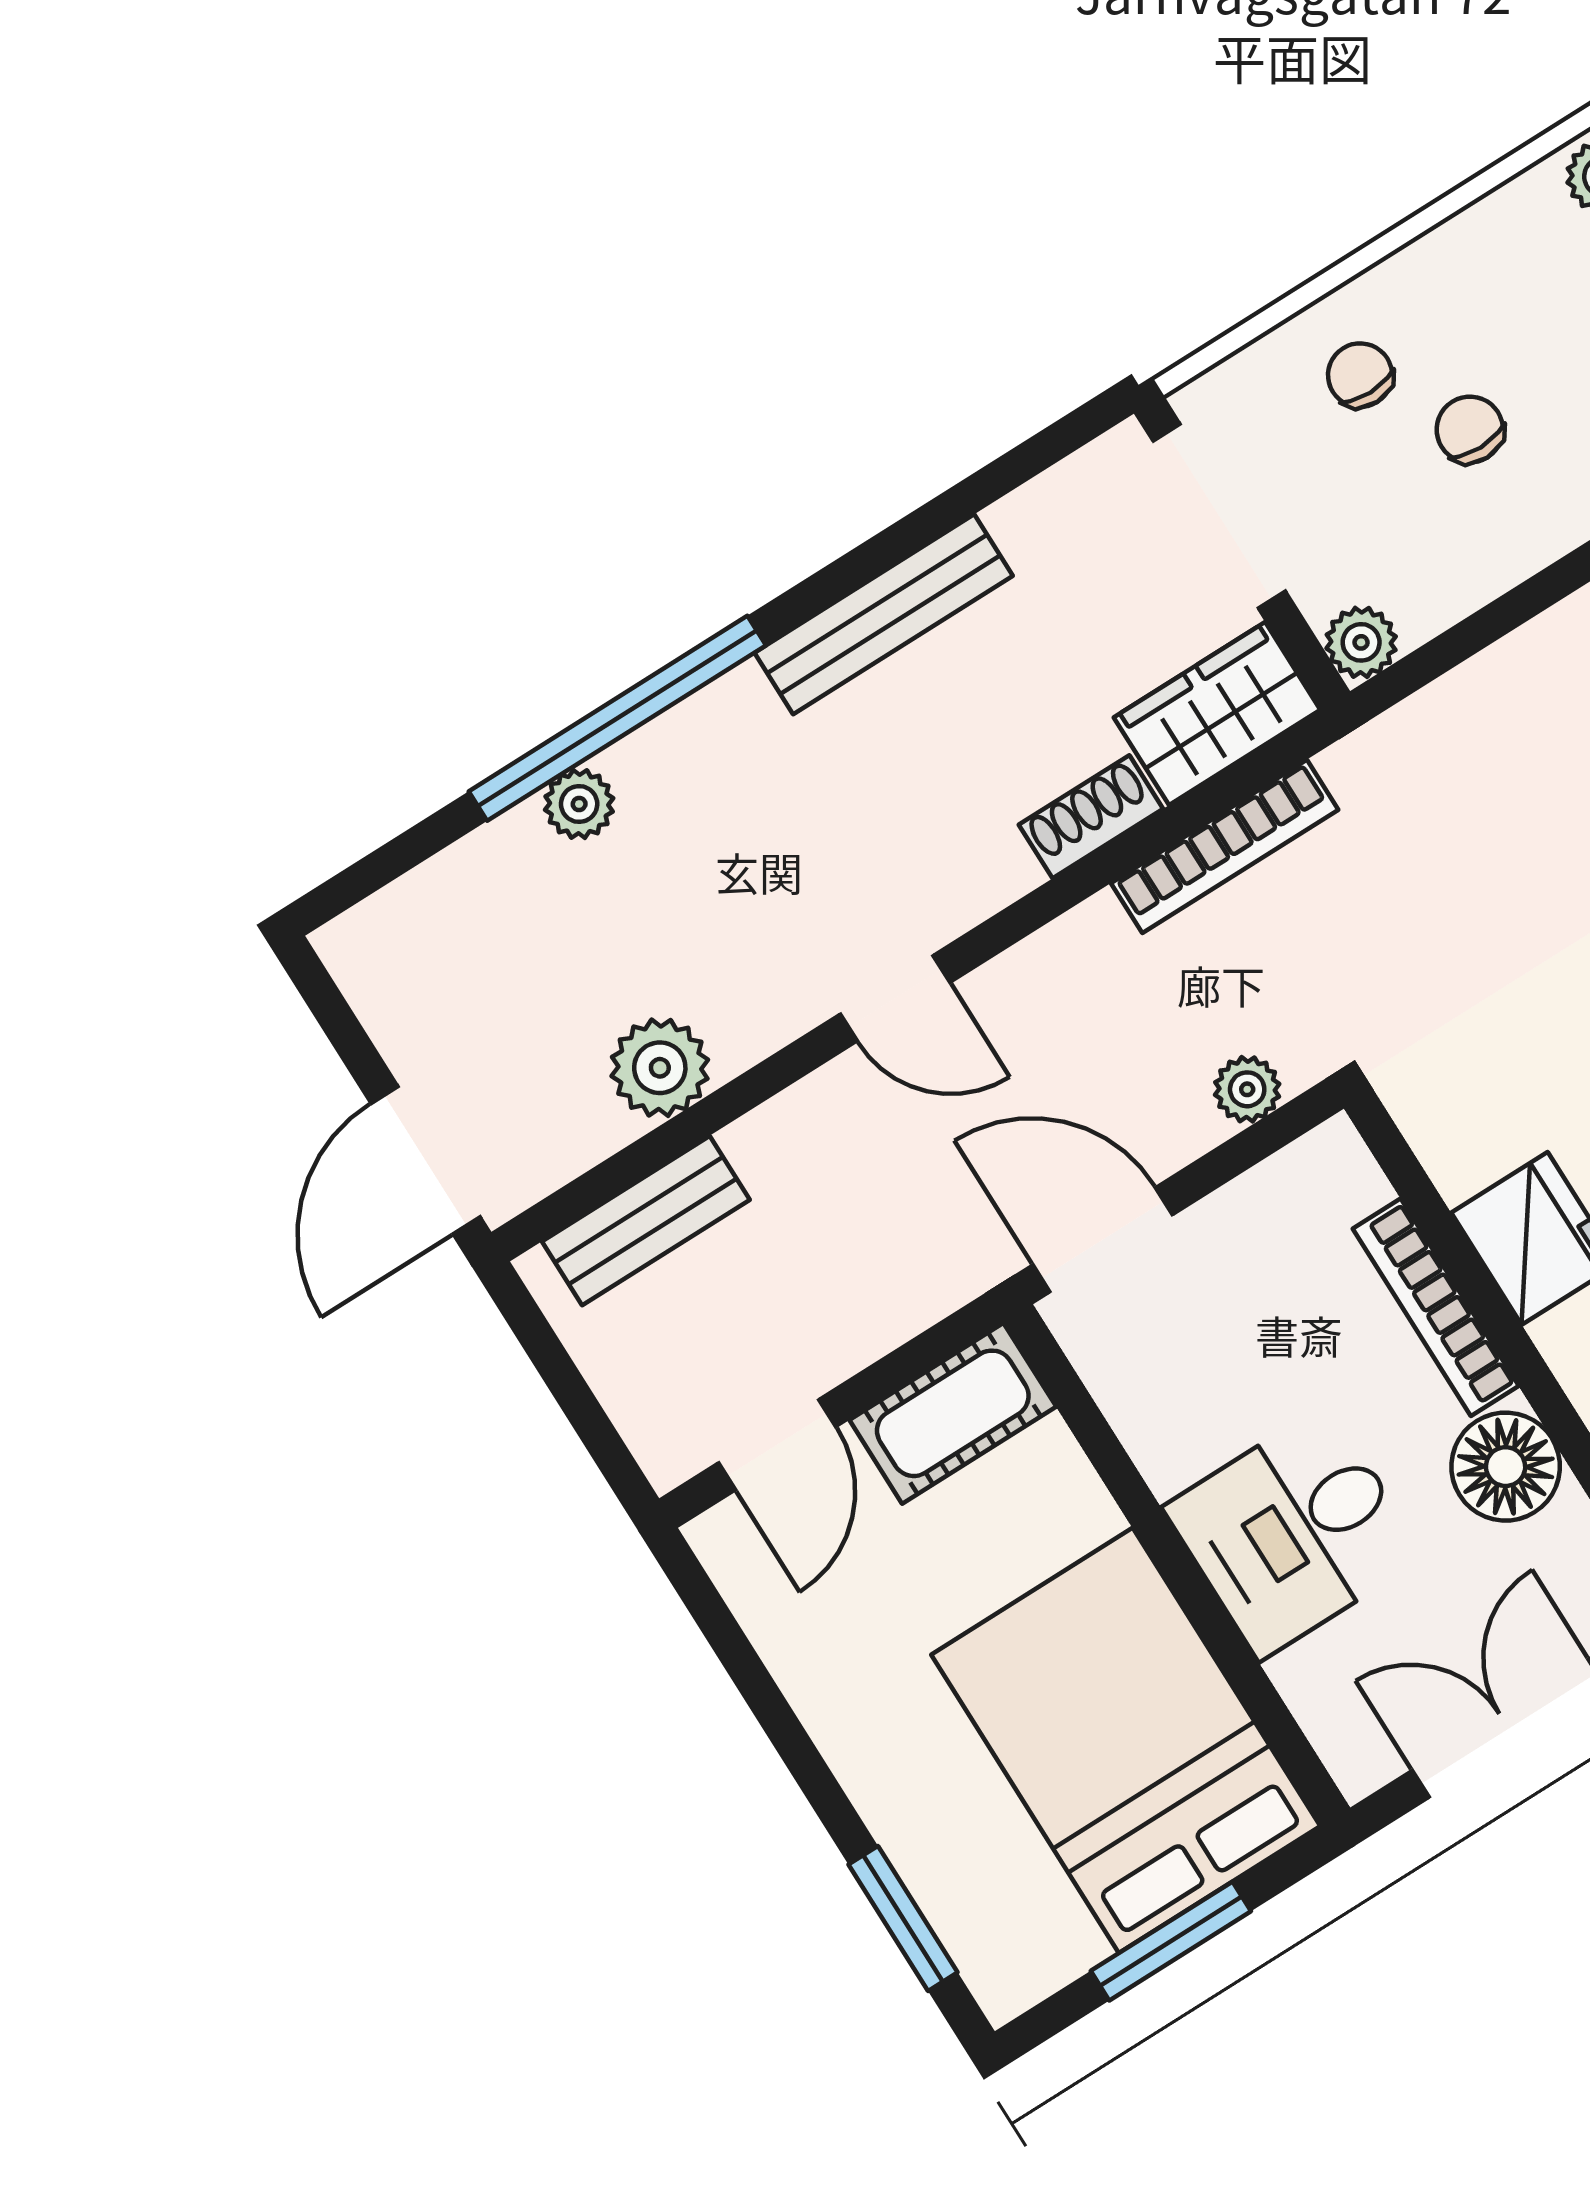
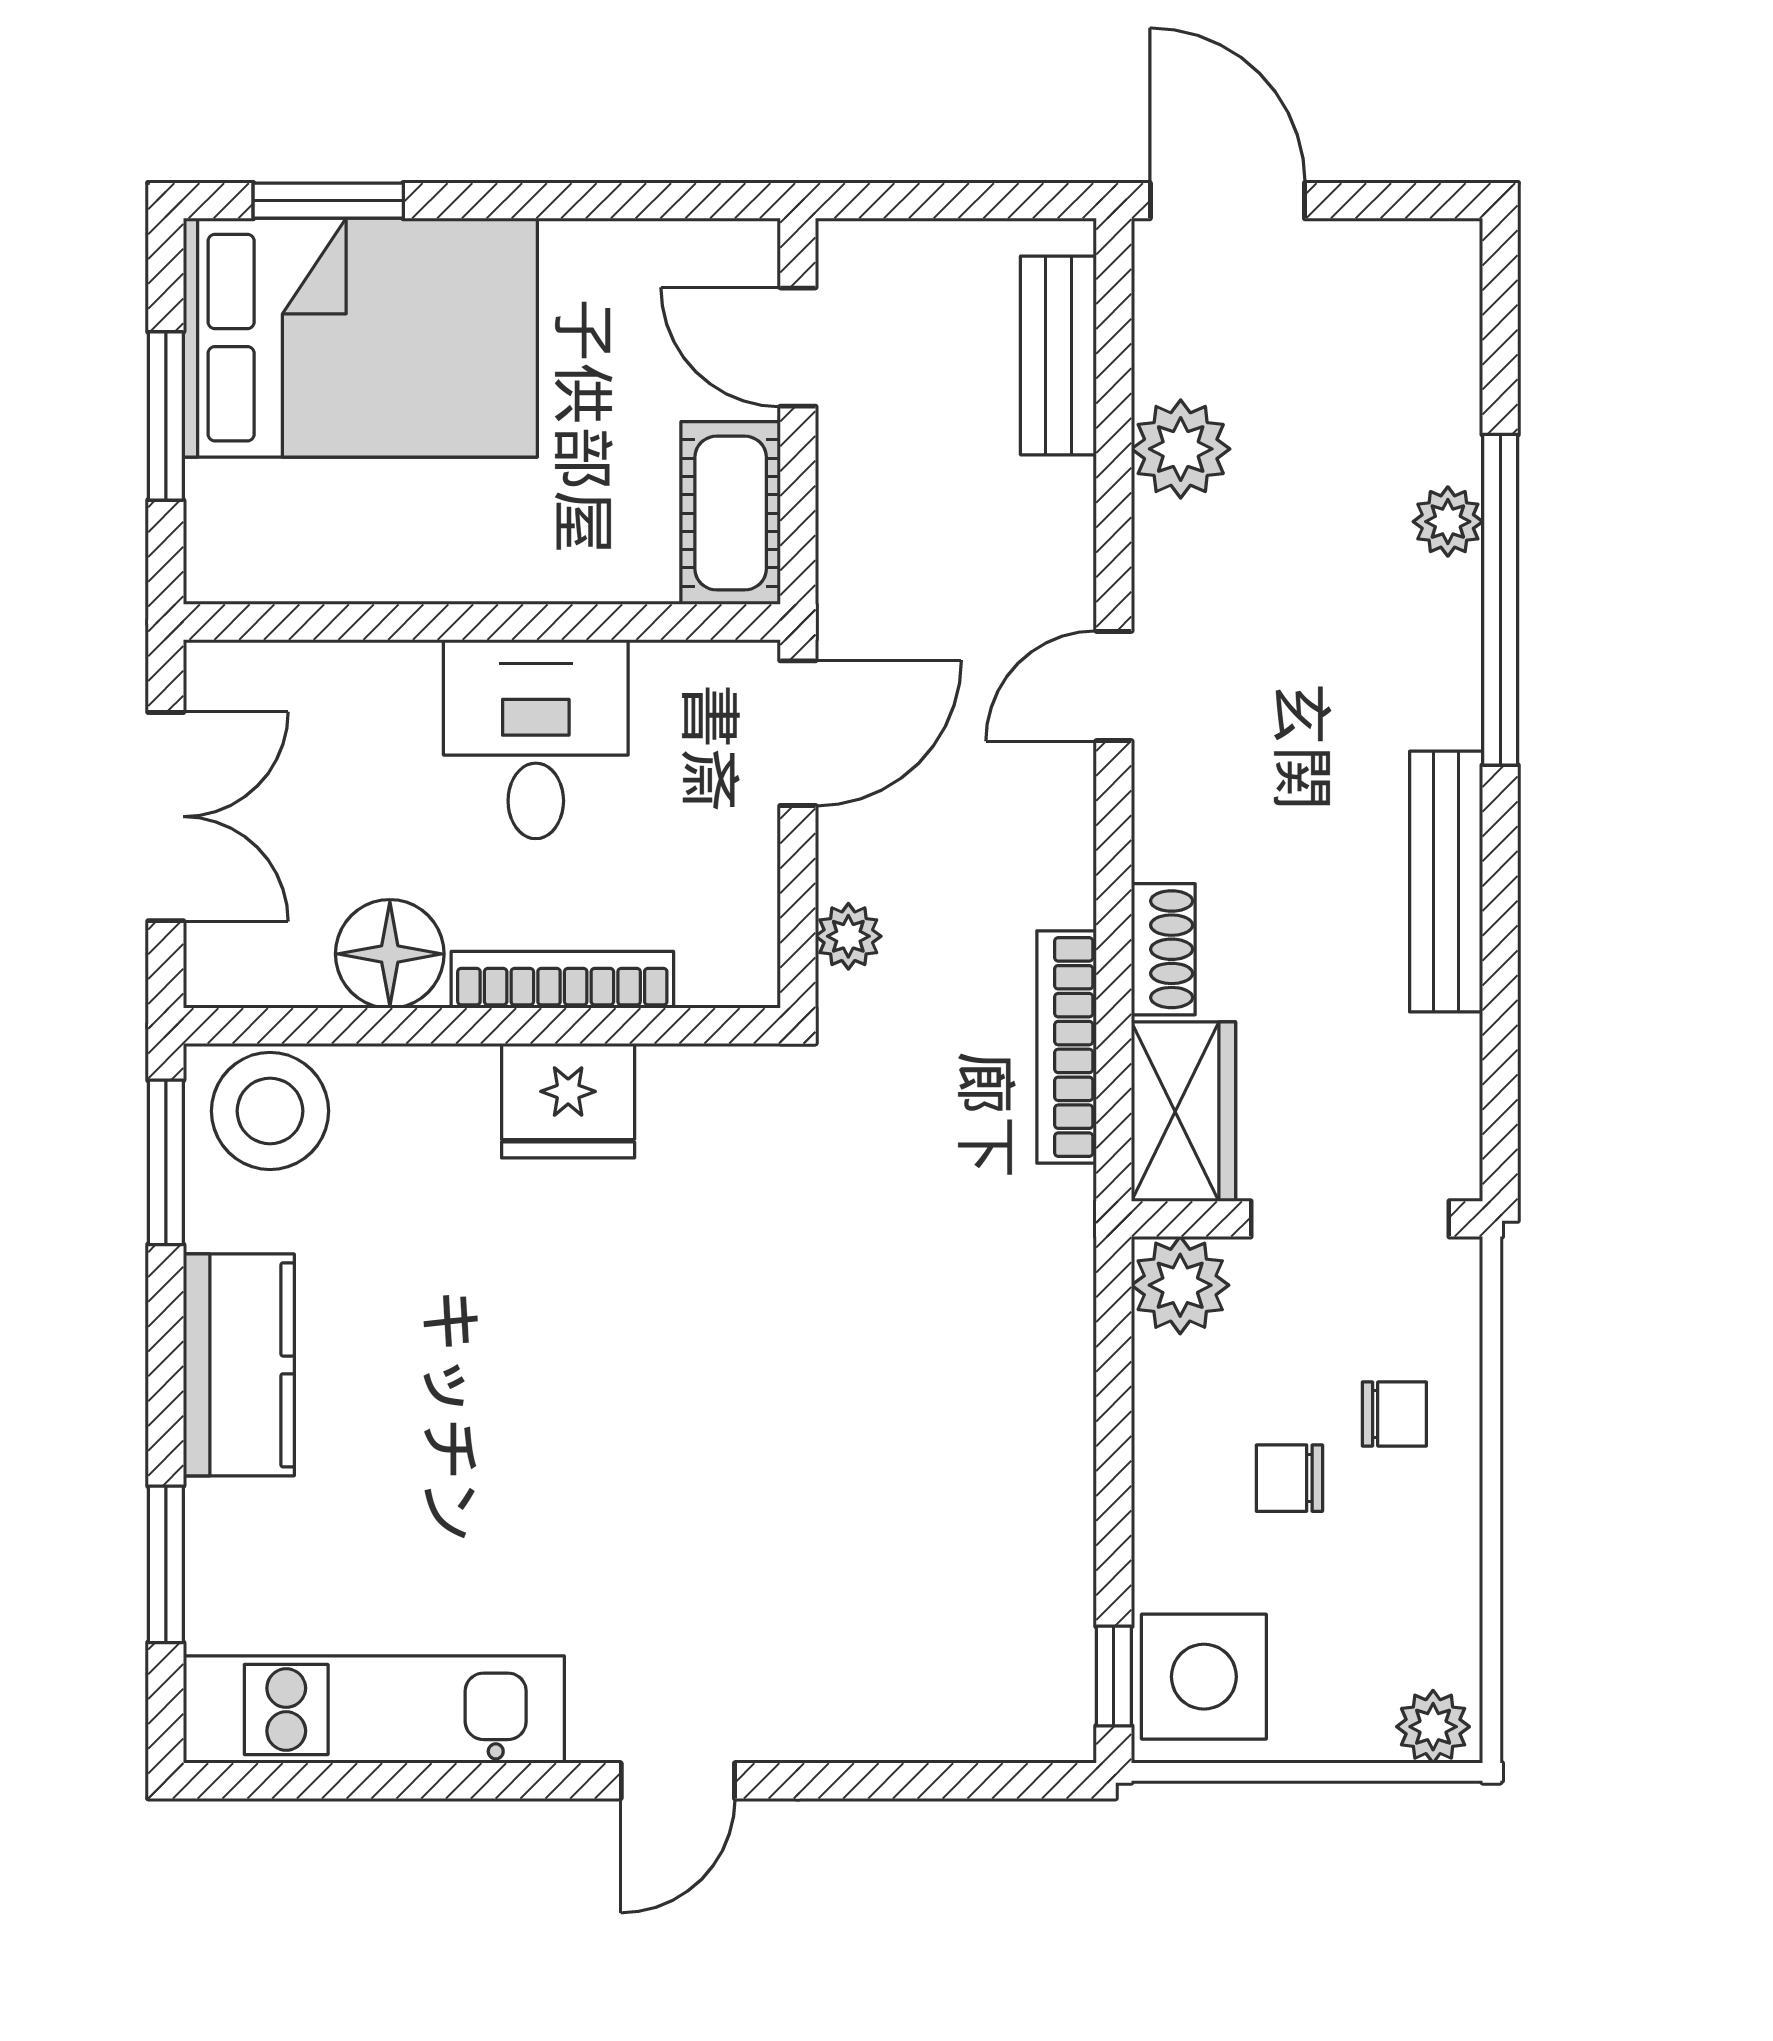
chair: (1470, 430) -> (1289, 1478), turned 180
plant: (1361, 642) -> (1180, 1285), width x1.38, depth x1.38
desk: (1294, 1532) -> (536, 739), moved
bed: (1126, 1740) -> (360, 338), moved

